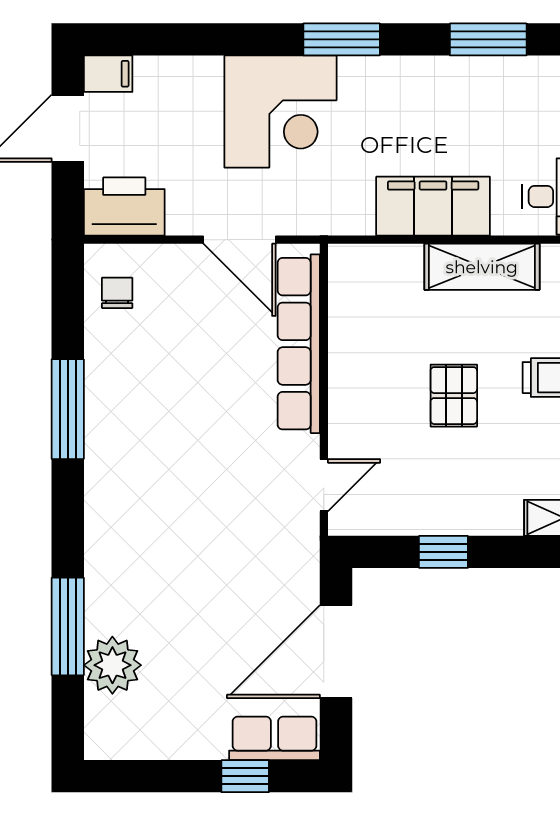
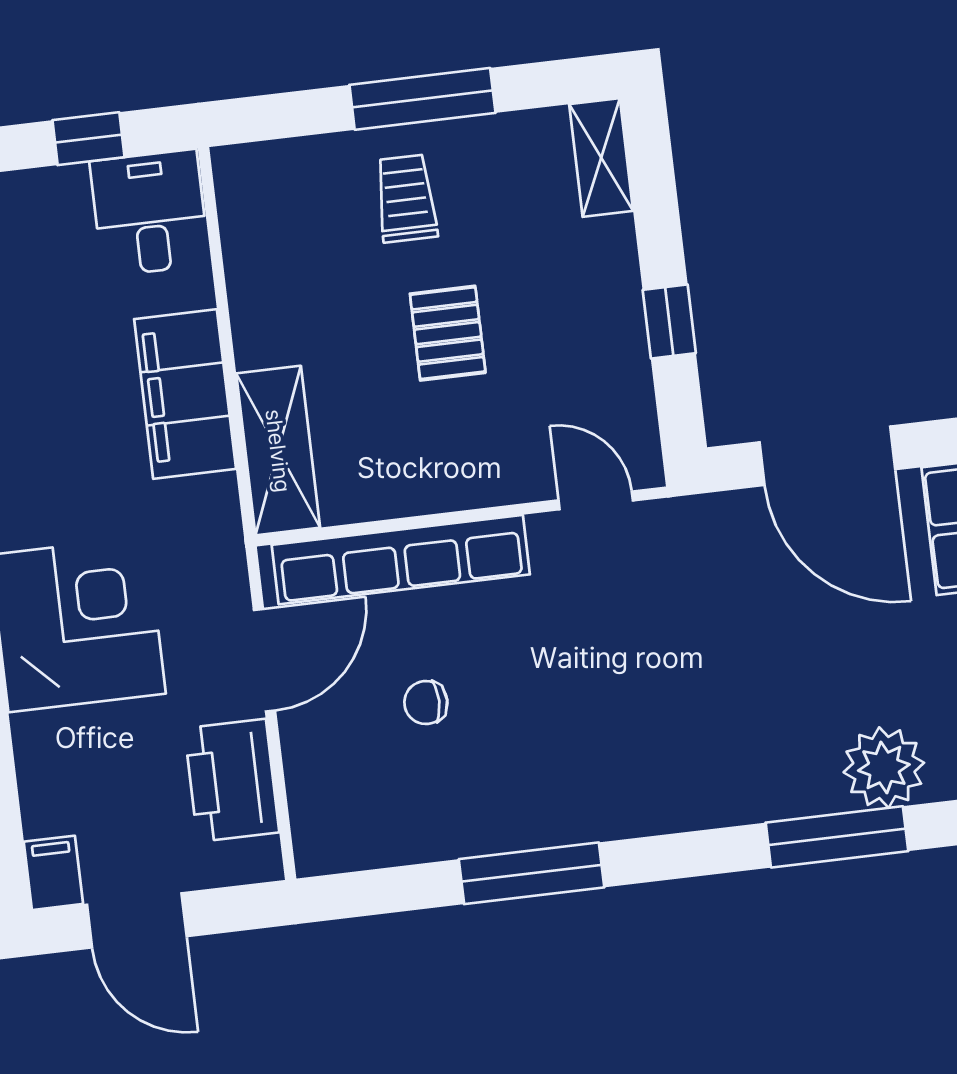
printer: (124, 207) -> (232, 780), moved
shelving: (482, 267) -> (278, 451), moved
chair: (117, 293) -> (426, 703), moved
pallet: (454, 396) -> (448, 333), turned 90

